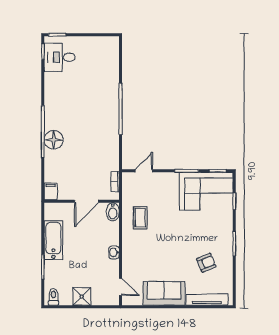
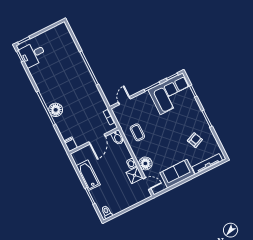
floor lamp: (131, 261) -> (145, 163), added
shower: (82, 296) -> (134, 175), moved

